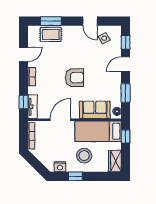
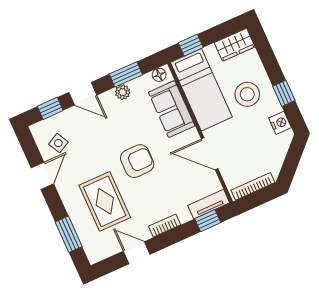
rug: (51, 34) -> (105, 201), moved, width x1.36, depth x1.43
armchair: (74, 78) -> (137, 161), turned 90
plant: (116, 87) -> (123, 92), added

